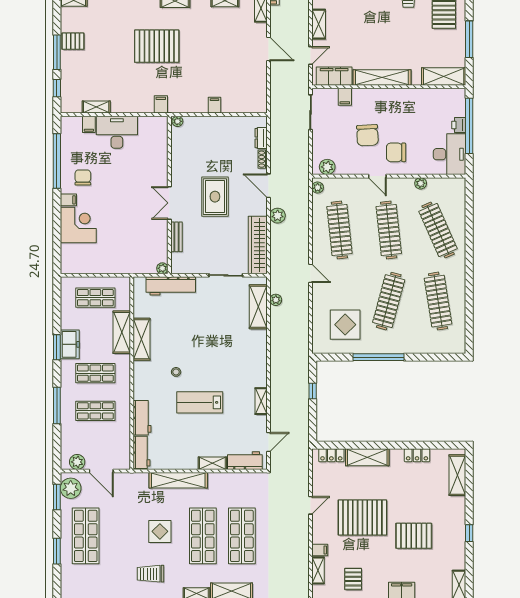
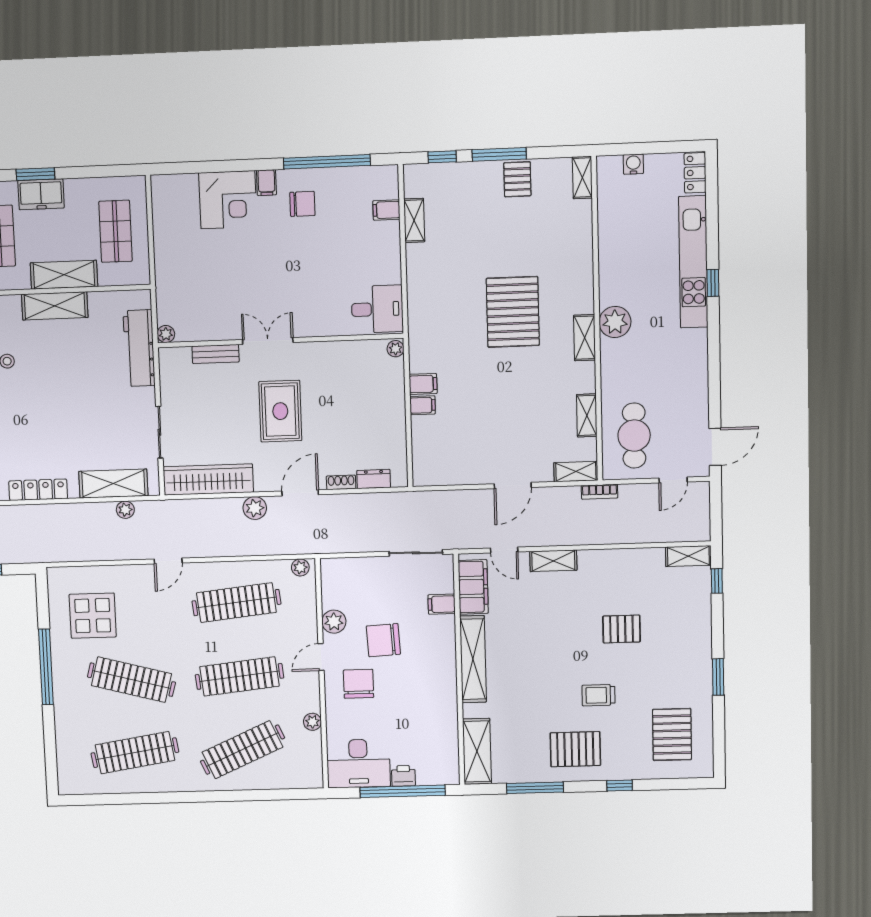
filing cabinet: (161, 104) -> (423, 384), moved
desk: (117, 132) -> (377, 309), moved, width x0.73
plant: (327, 167) -> (334, 622), moved
rug: (215, 197) -> (280, 411), turned 90
locker: (261, 356) -> (38, 490), added

